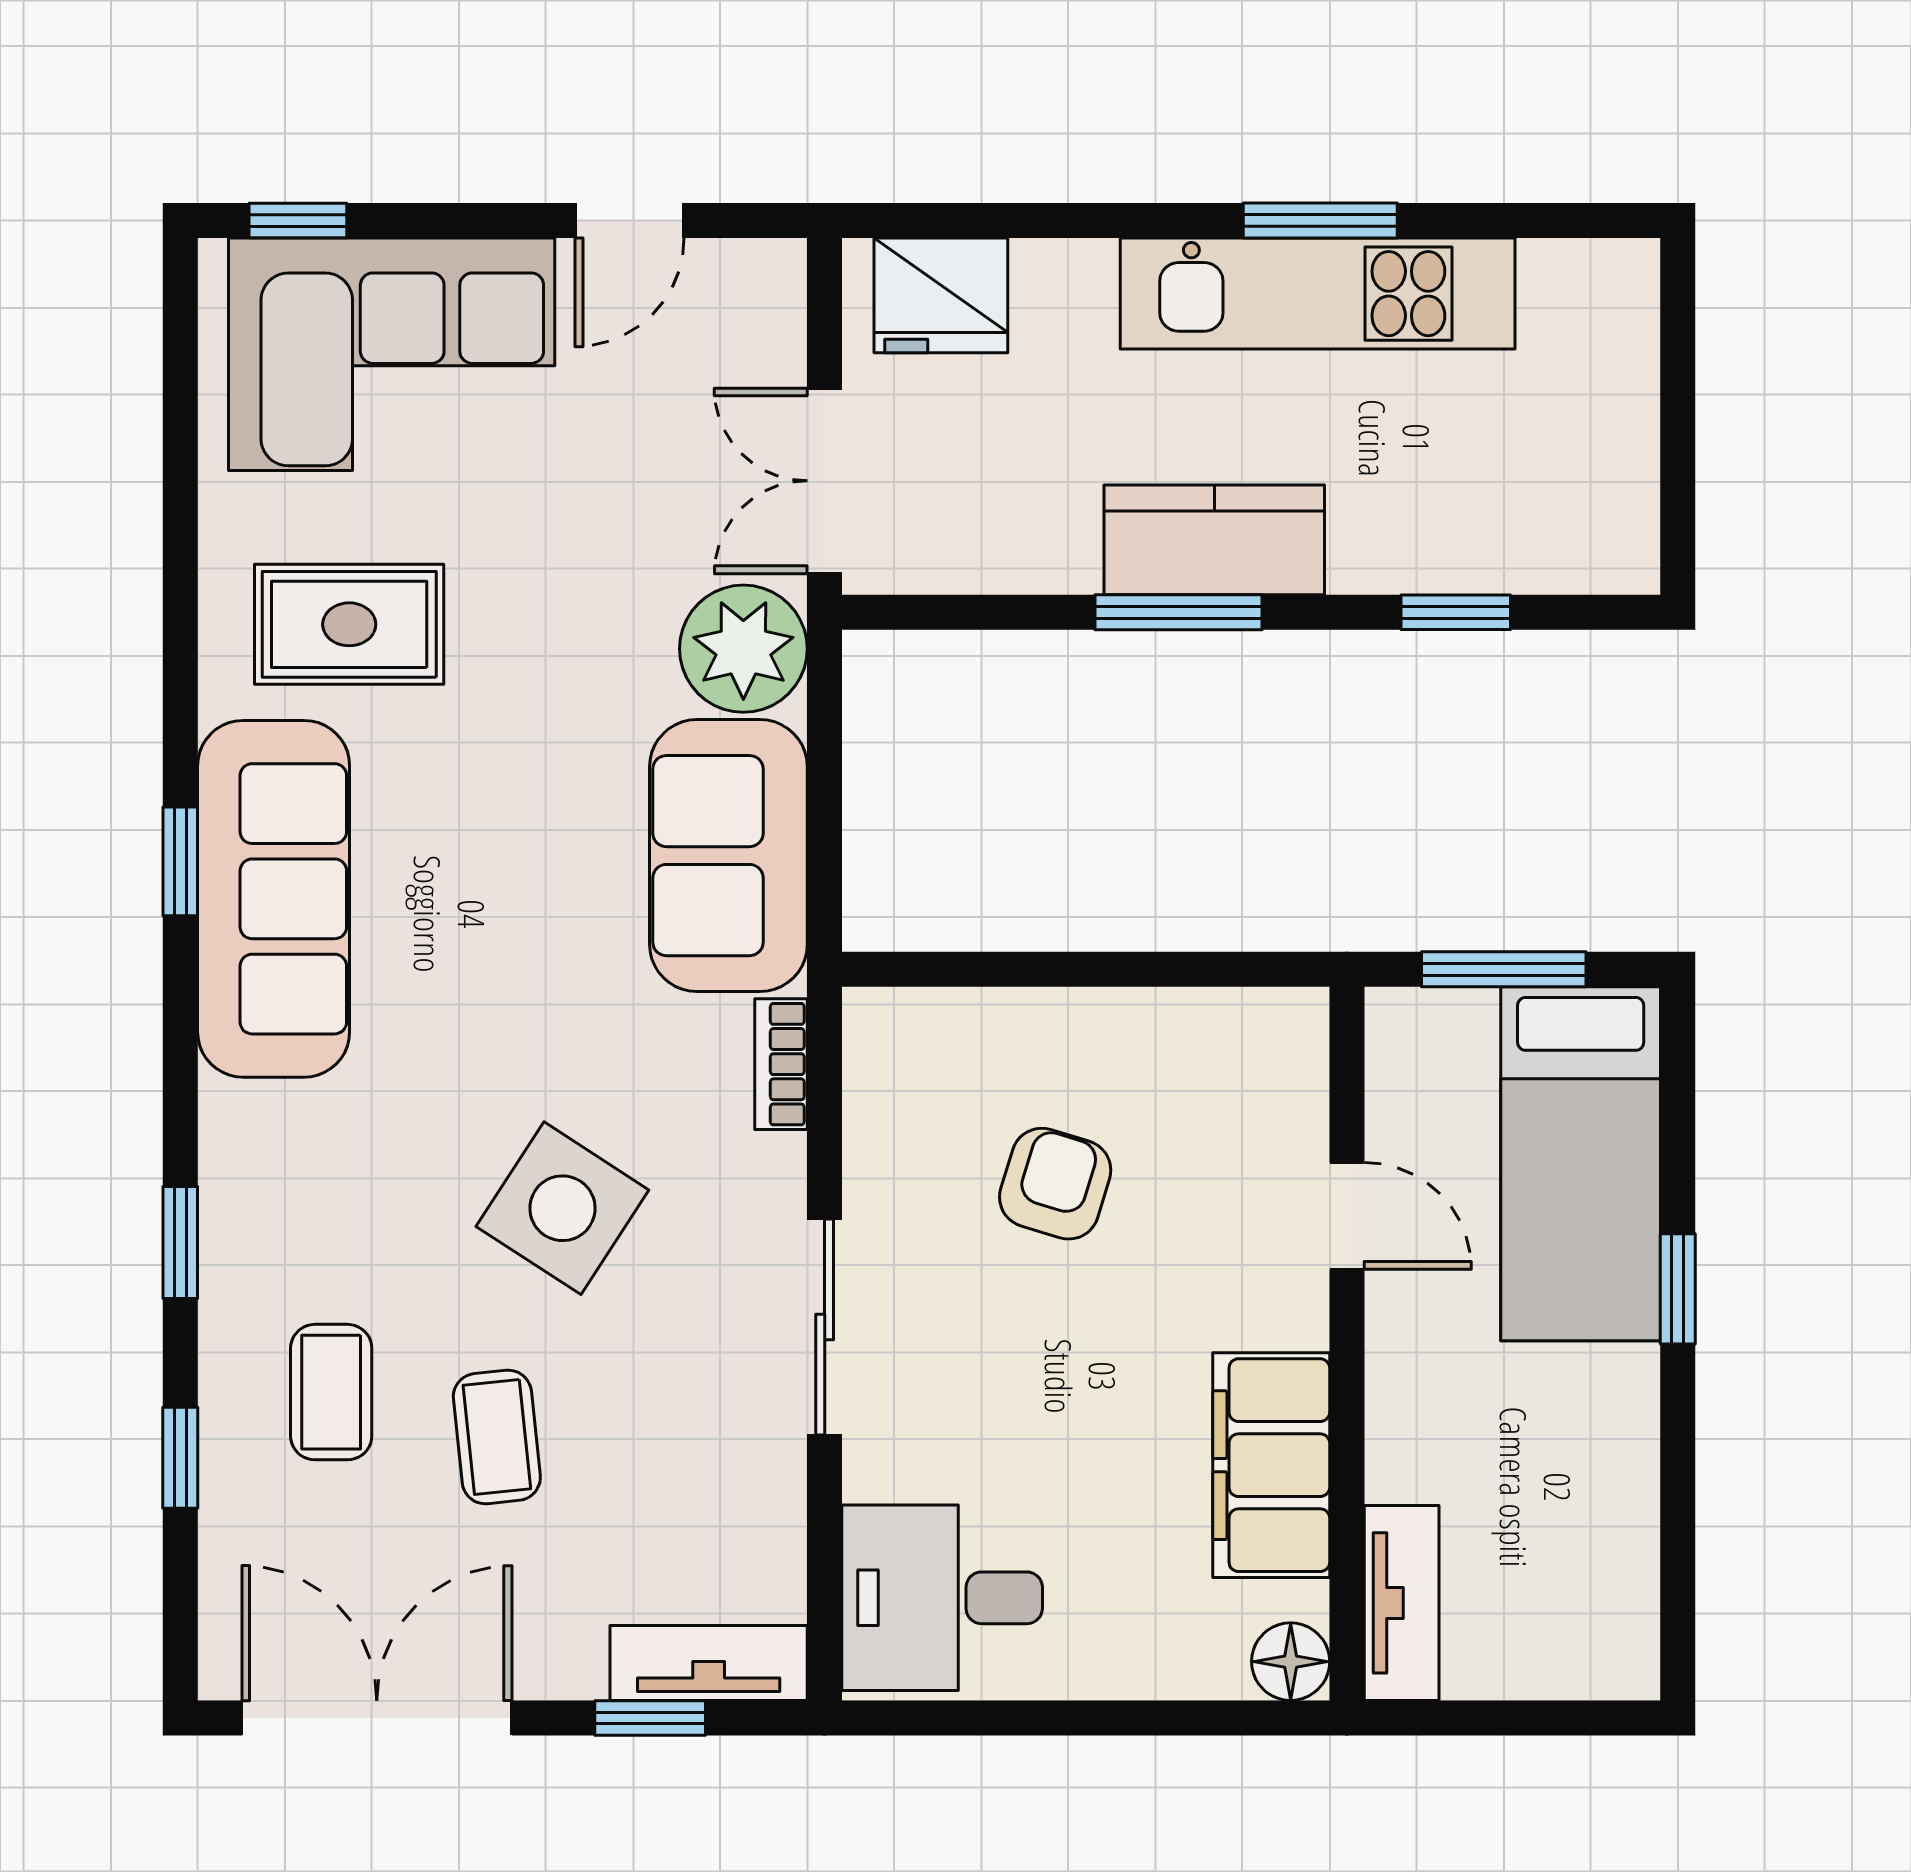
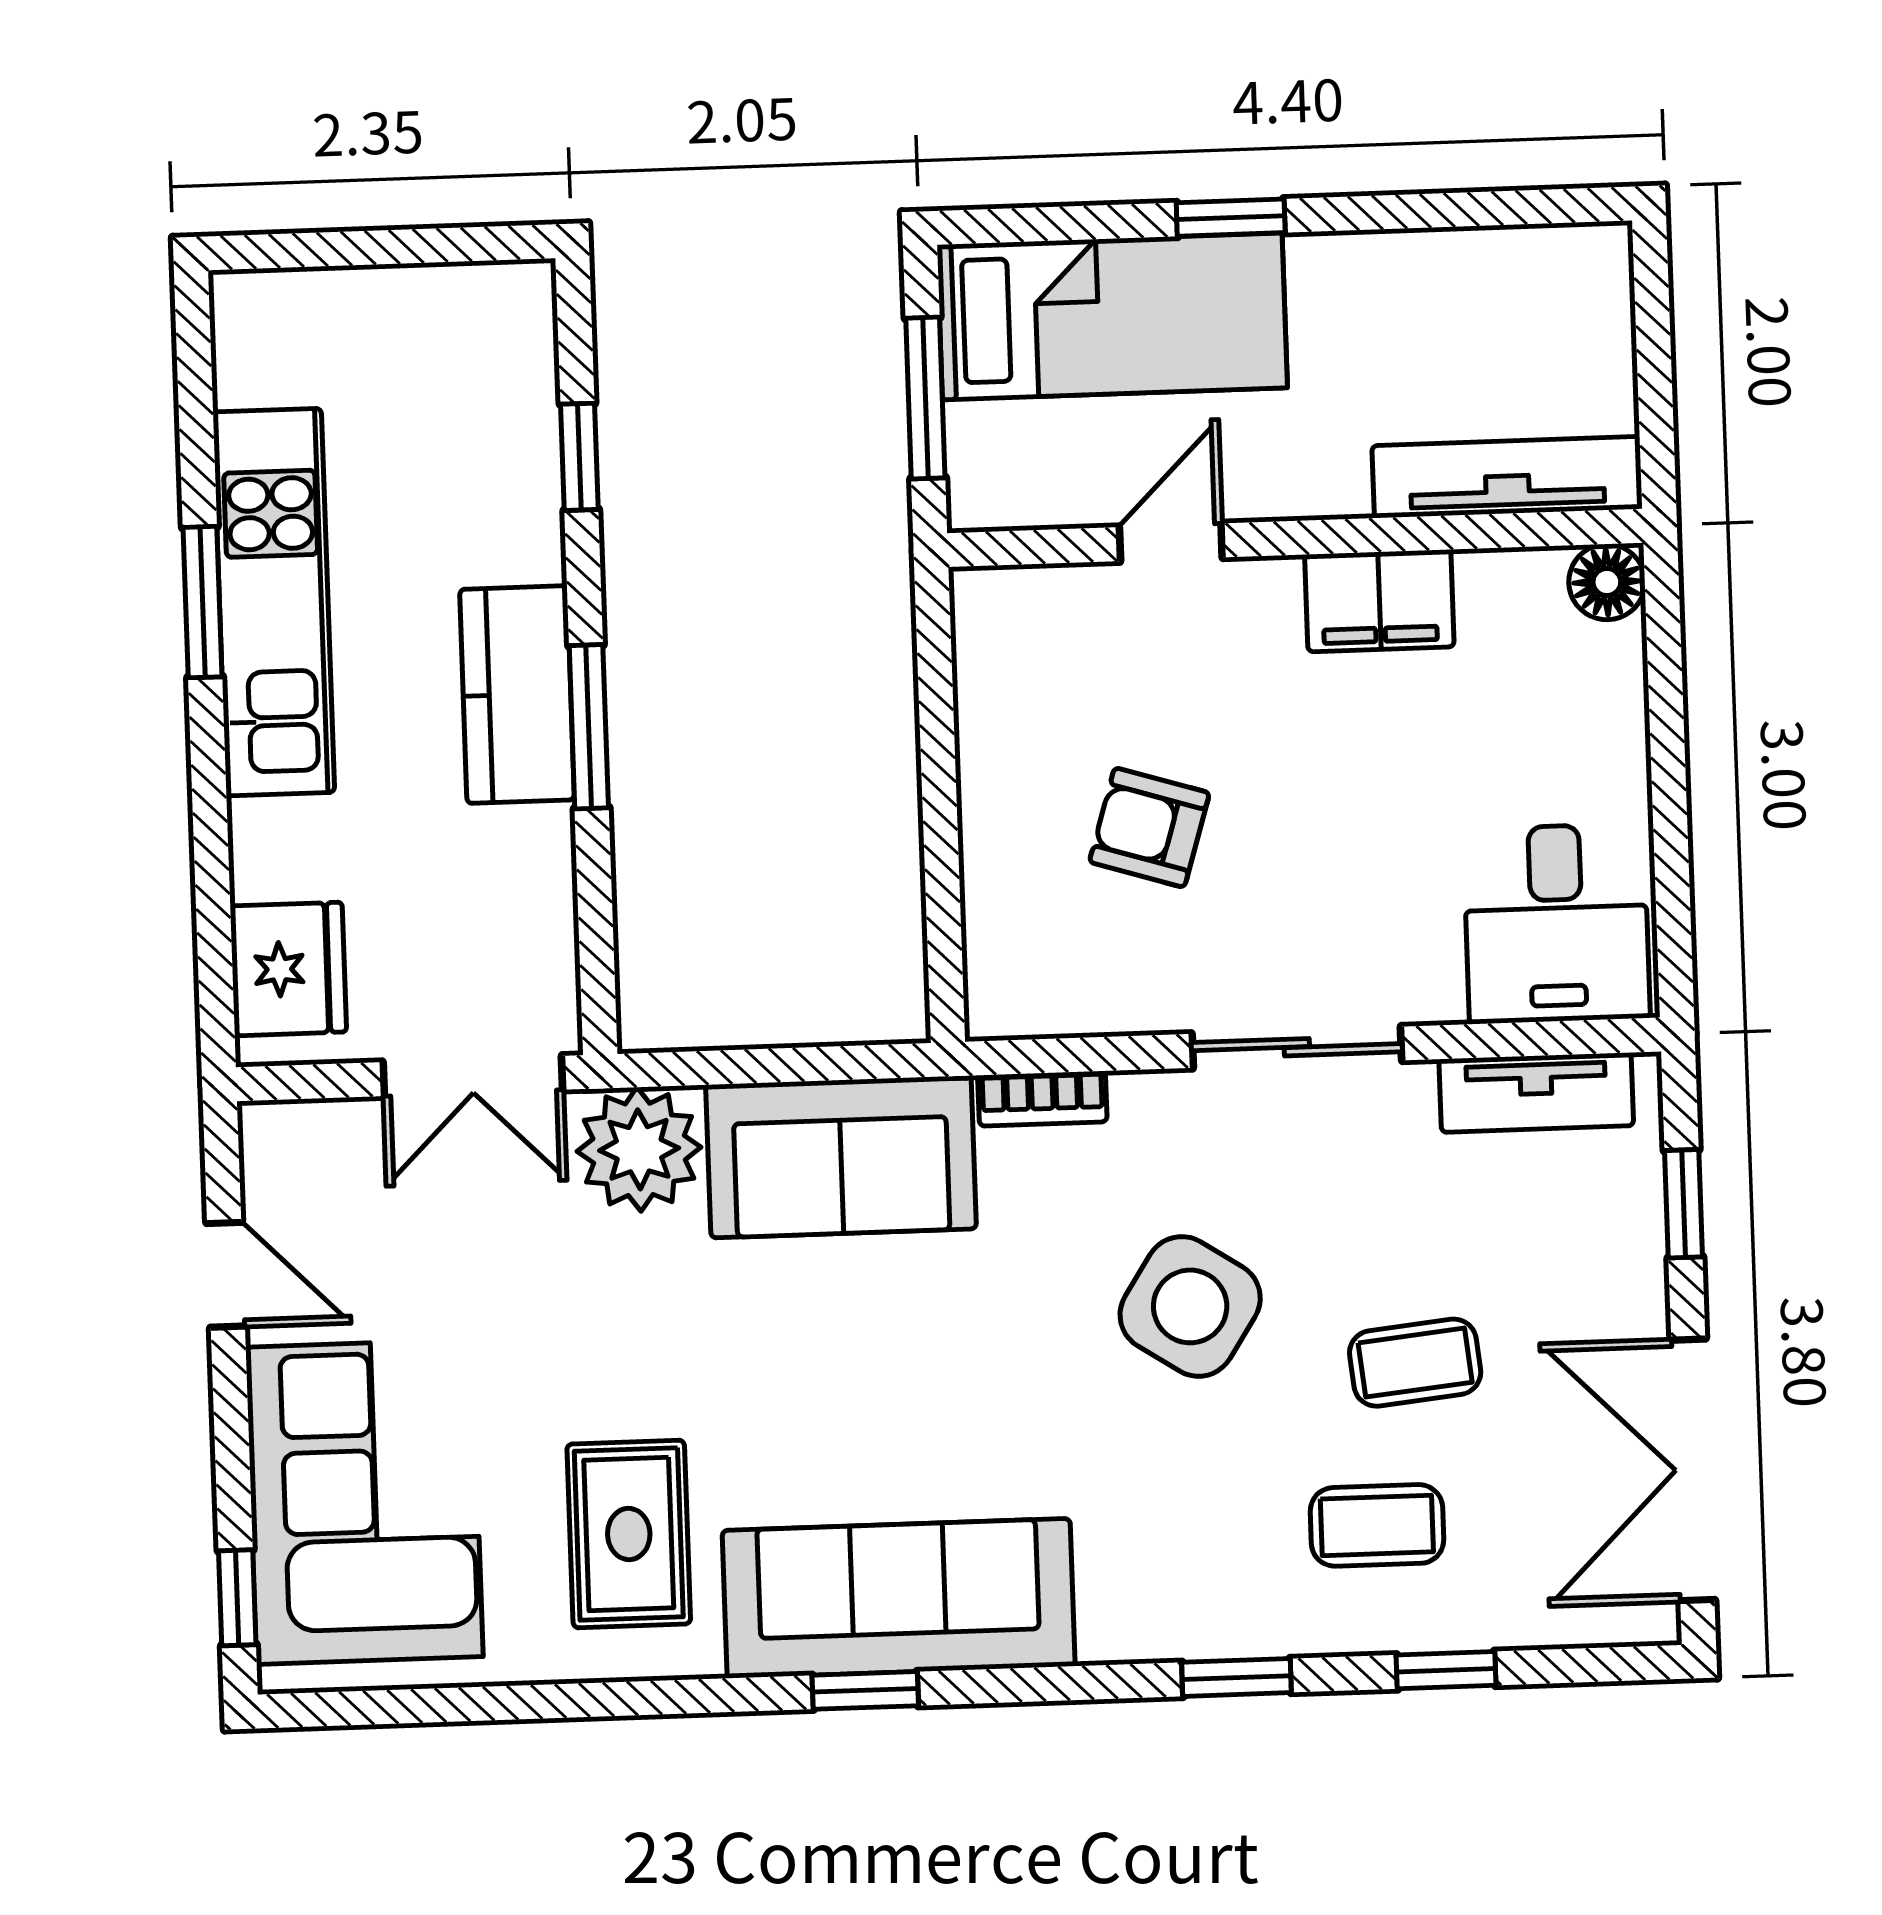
filing cabinet: (1271, 1465) -> (1379, 601), width x0.67, depth x0.86
tv unit: (1402, 1603) -> (1507, 477), width x1.41
tv unit: (709, 1663) -> (1536, 1092), moved, turned -90

